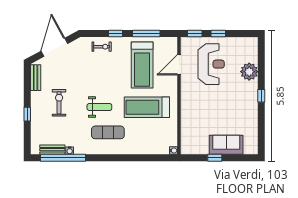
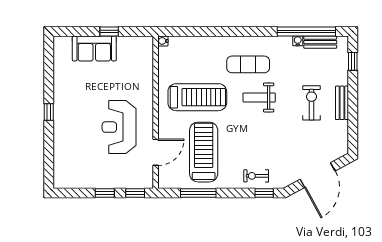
window: (116, 33) -> (264, 193), moved
reception desk: (211, 64) -> (119, 127), moved
plant: (249, 72) -> (64, 143), removed
bench: (36, 78) -> (342, 103), moved
exercise bike: (59, 103) -> (311, 103), turned 180
window: (27, 114) -> (353, 61), moved

